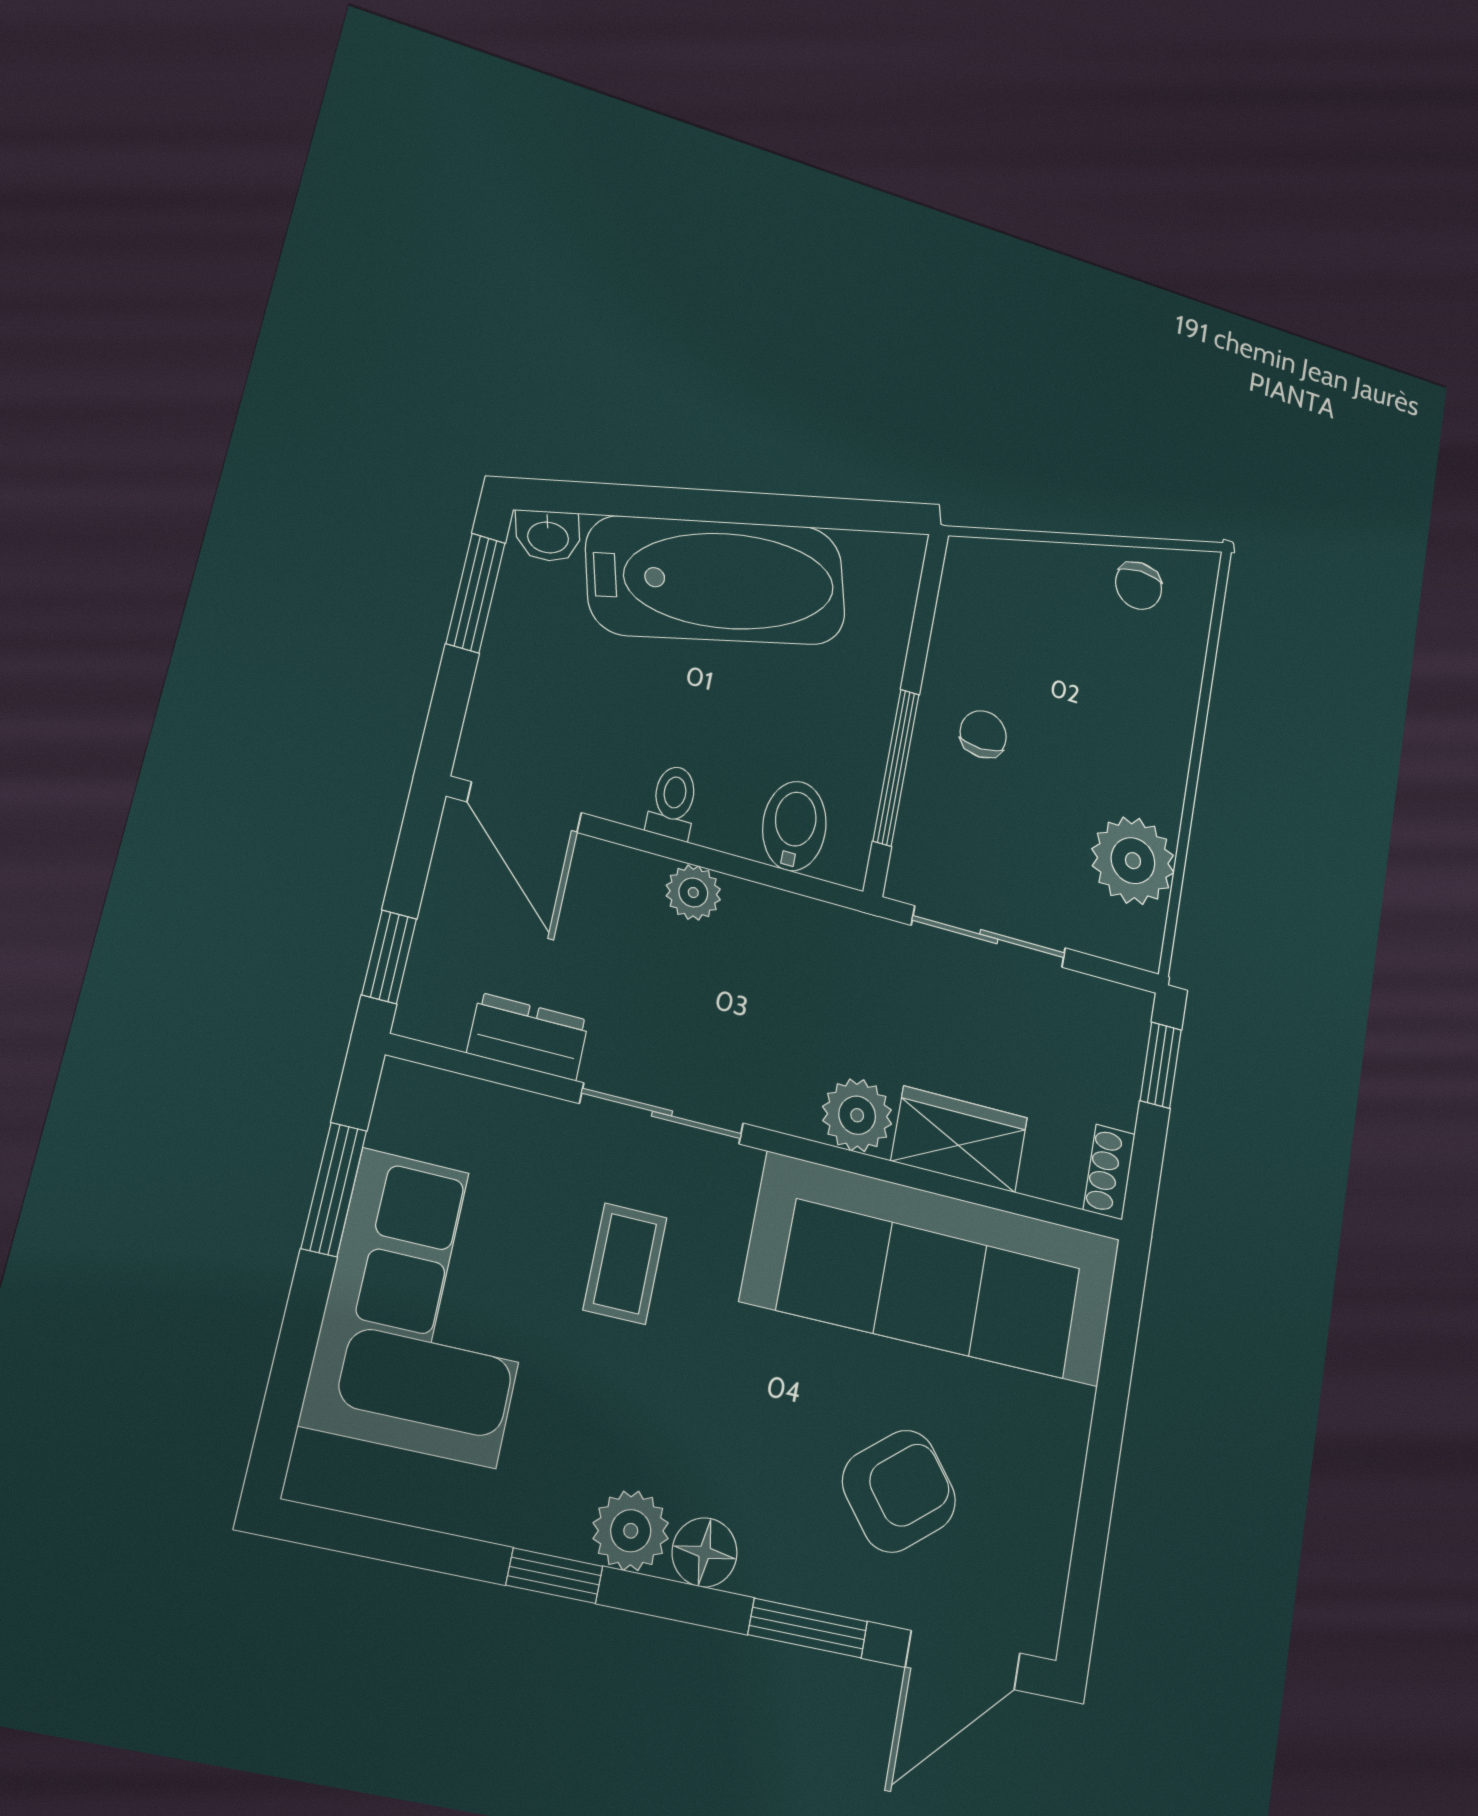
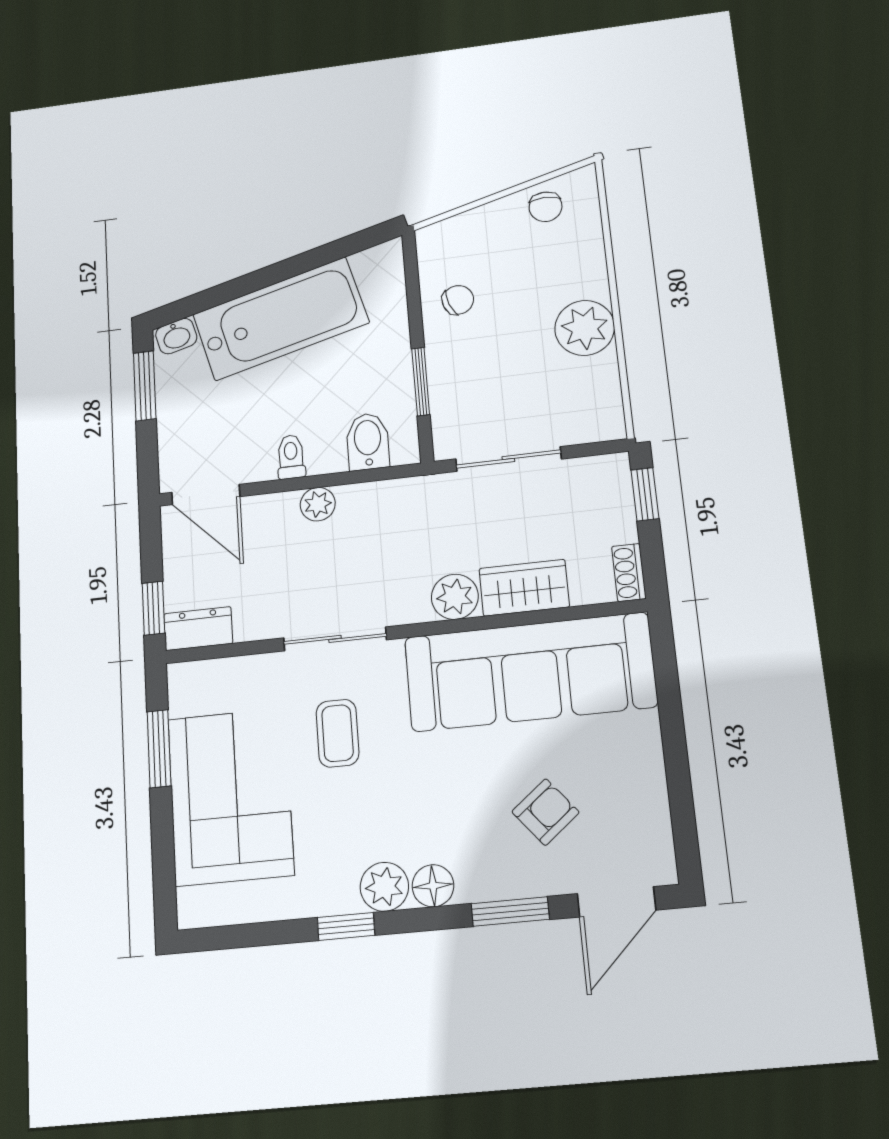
chair: (983, 734) -> (458, 300), moved, turned 70
window: (896, 767) -> (421, 382), width x0.69
plant: (1133, 861) -> (585, 328), moved
dresser: (528, 1037) -> (198, 629), moved
armchair: (899, 1491) -> (545, 812), width x0.72, depth x0.72

